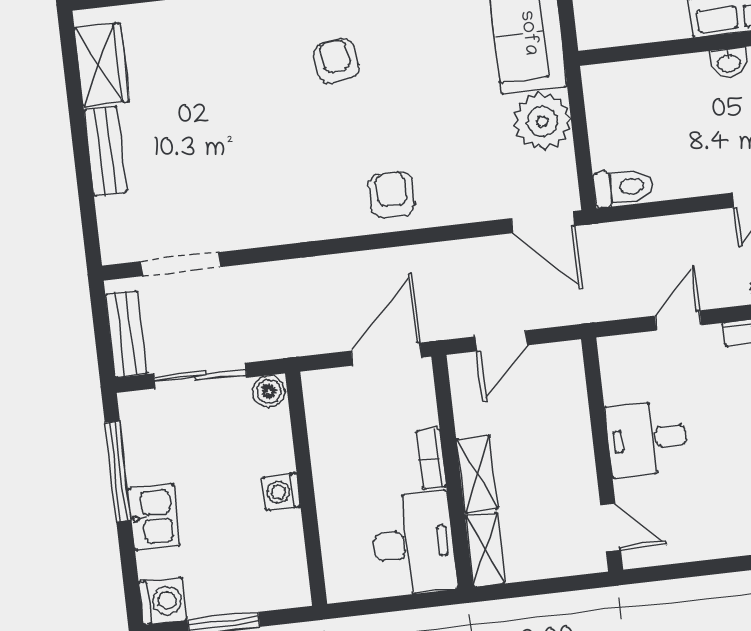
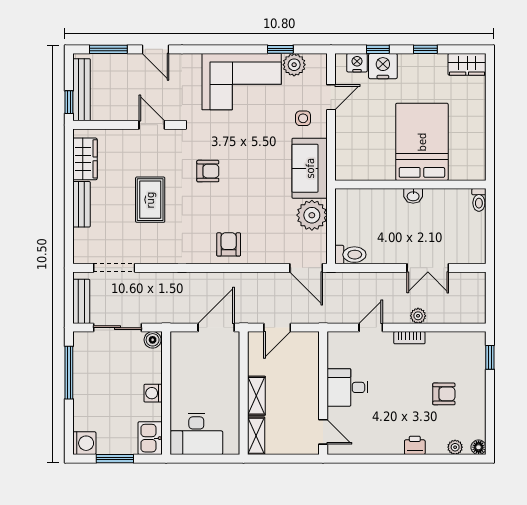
armchair: (336, 61) -> (208, 171), turned 99
rug: (234, 127) -> (150, 200), added
bookcase: (431, 459) -> (233, 385), removed
kitchen sink: (154, 517) -> (150, 438), moved, turned 180
desk: (414, 544) -> (196, 434), moved, turned 90

